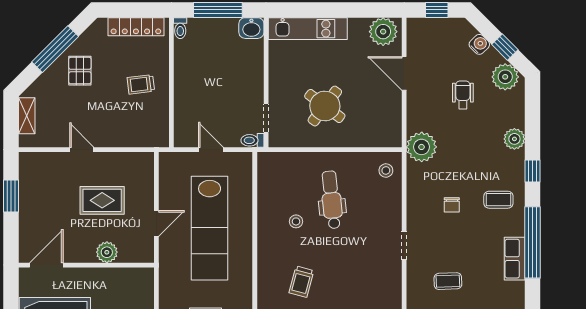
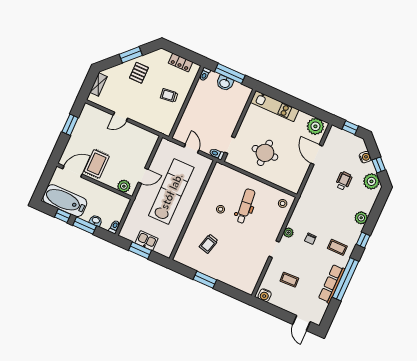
locker: (136, 27) -> (181, 62), width x0.66
washbasin: (251, 28) -> (225, 83), moved
window: (55, 49) -> (131, 55), width x0.69
round table: (325, 106) -> (265, 153), turned -37
plant: (422, 147) -> (288, 233), moved, width x0.53, depth x0.53
door: (82, 150) -> (120, 117), swing flipped
rug: (102, 200) -> (97, 164), moved, turned 90
lab bench: (210, 228) -> (171, 191), turned 180
plant: (107, 252) -> (124, 186), moved
row of seats: (515, 259) -> (332, 284), width x1.48

